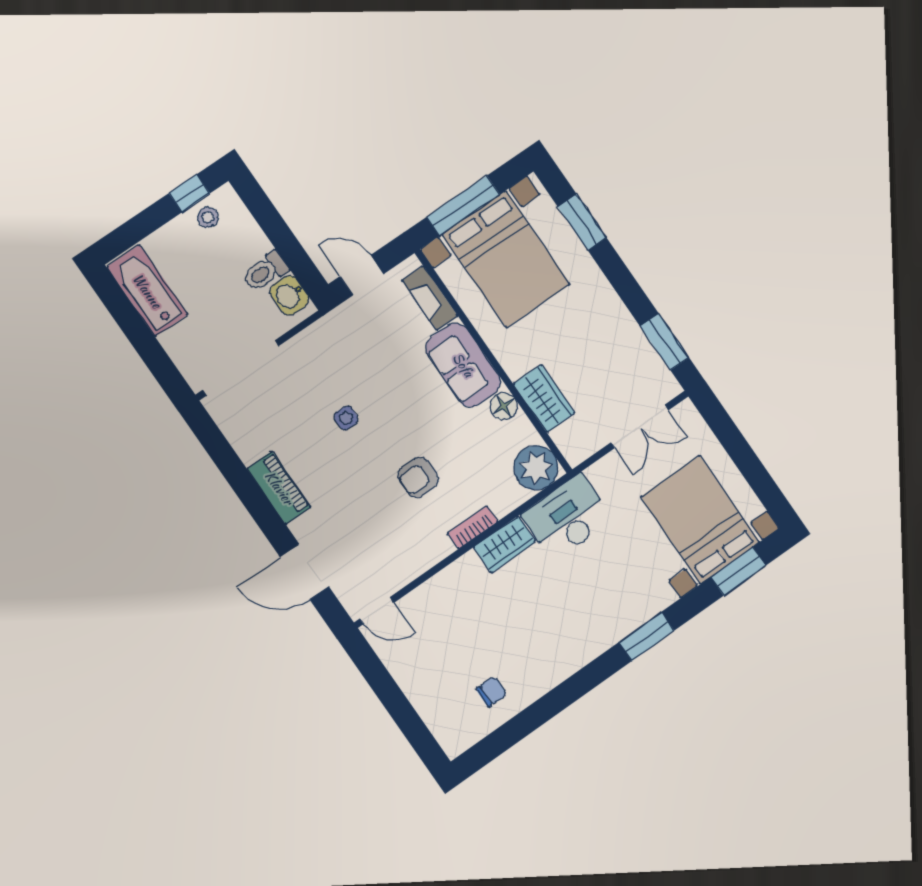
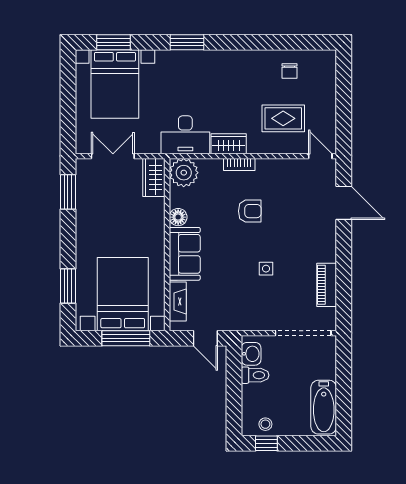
wardrobe: (544, 398) -> (154, 177), moved
piano: (279, 488) -> (327, 285), moved
rug: (458, 626) -> (283, 118), added
chair: (491, 692) -> (290, 71), turned -91

